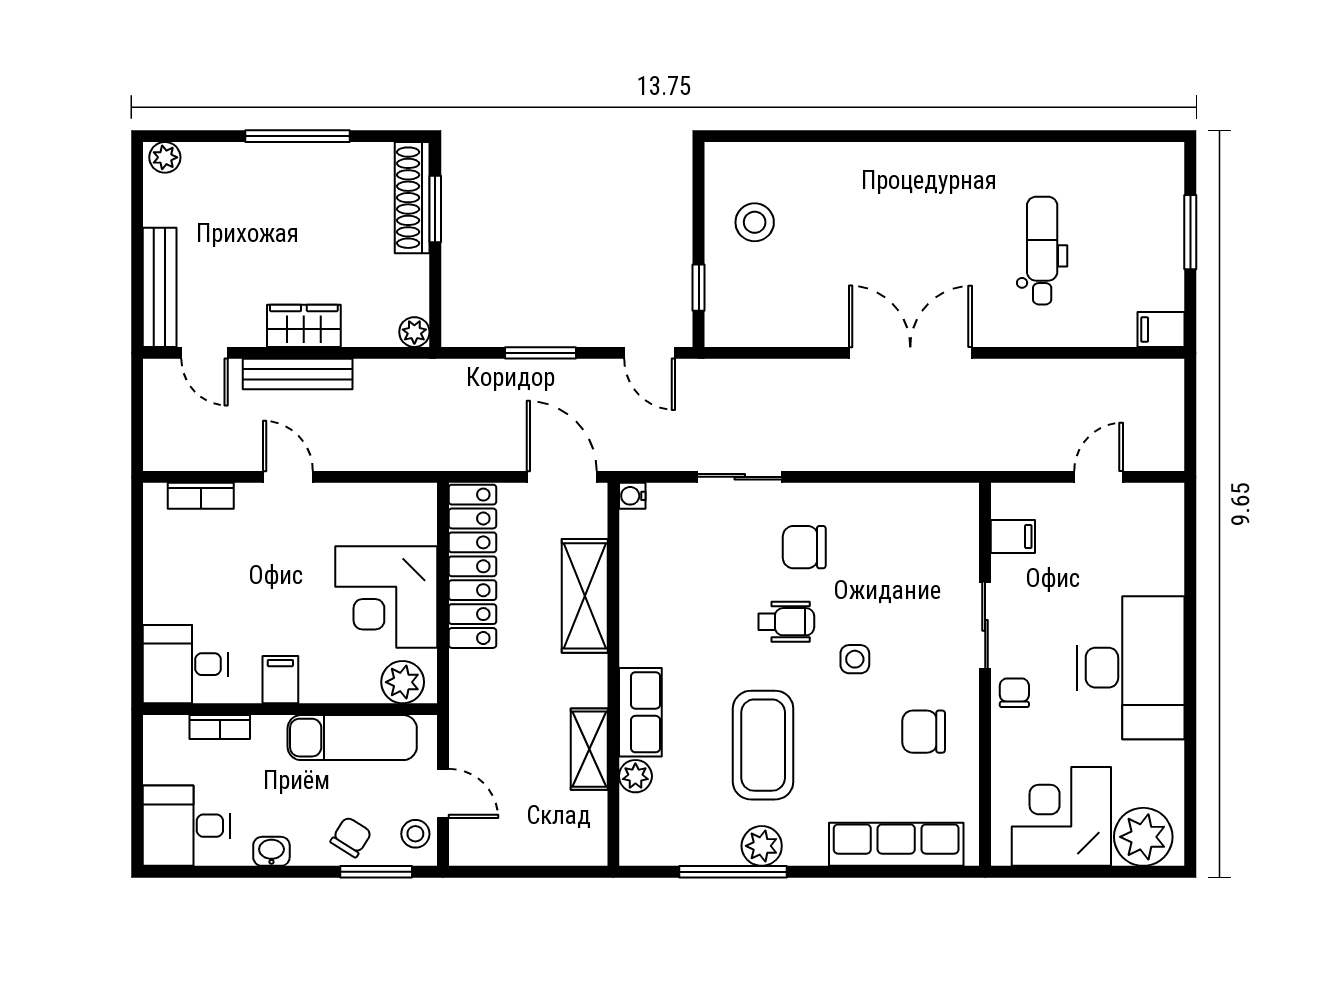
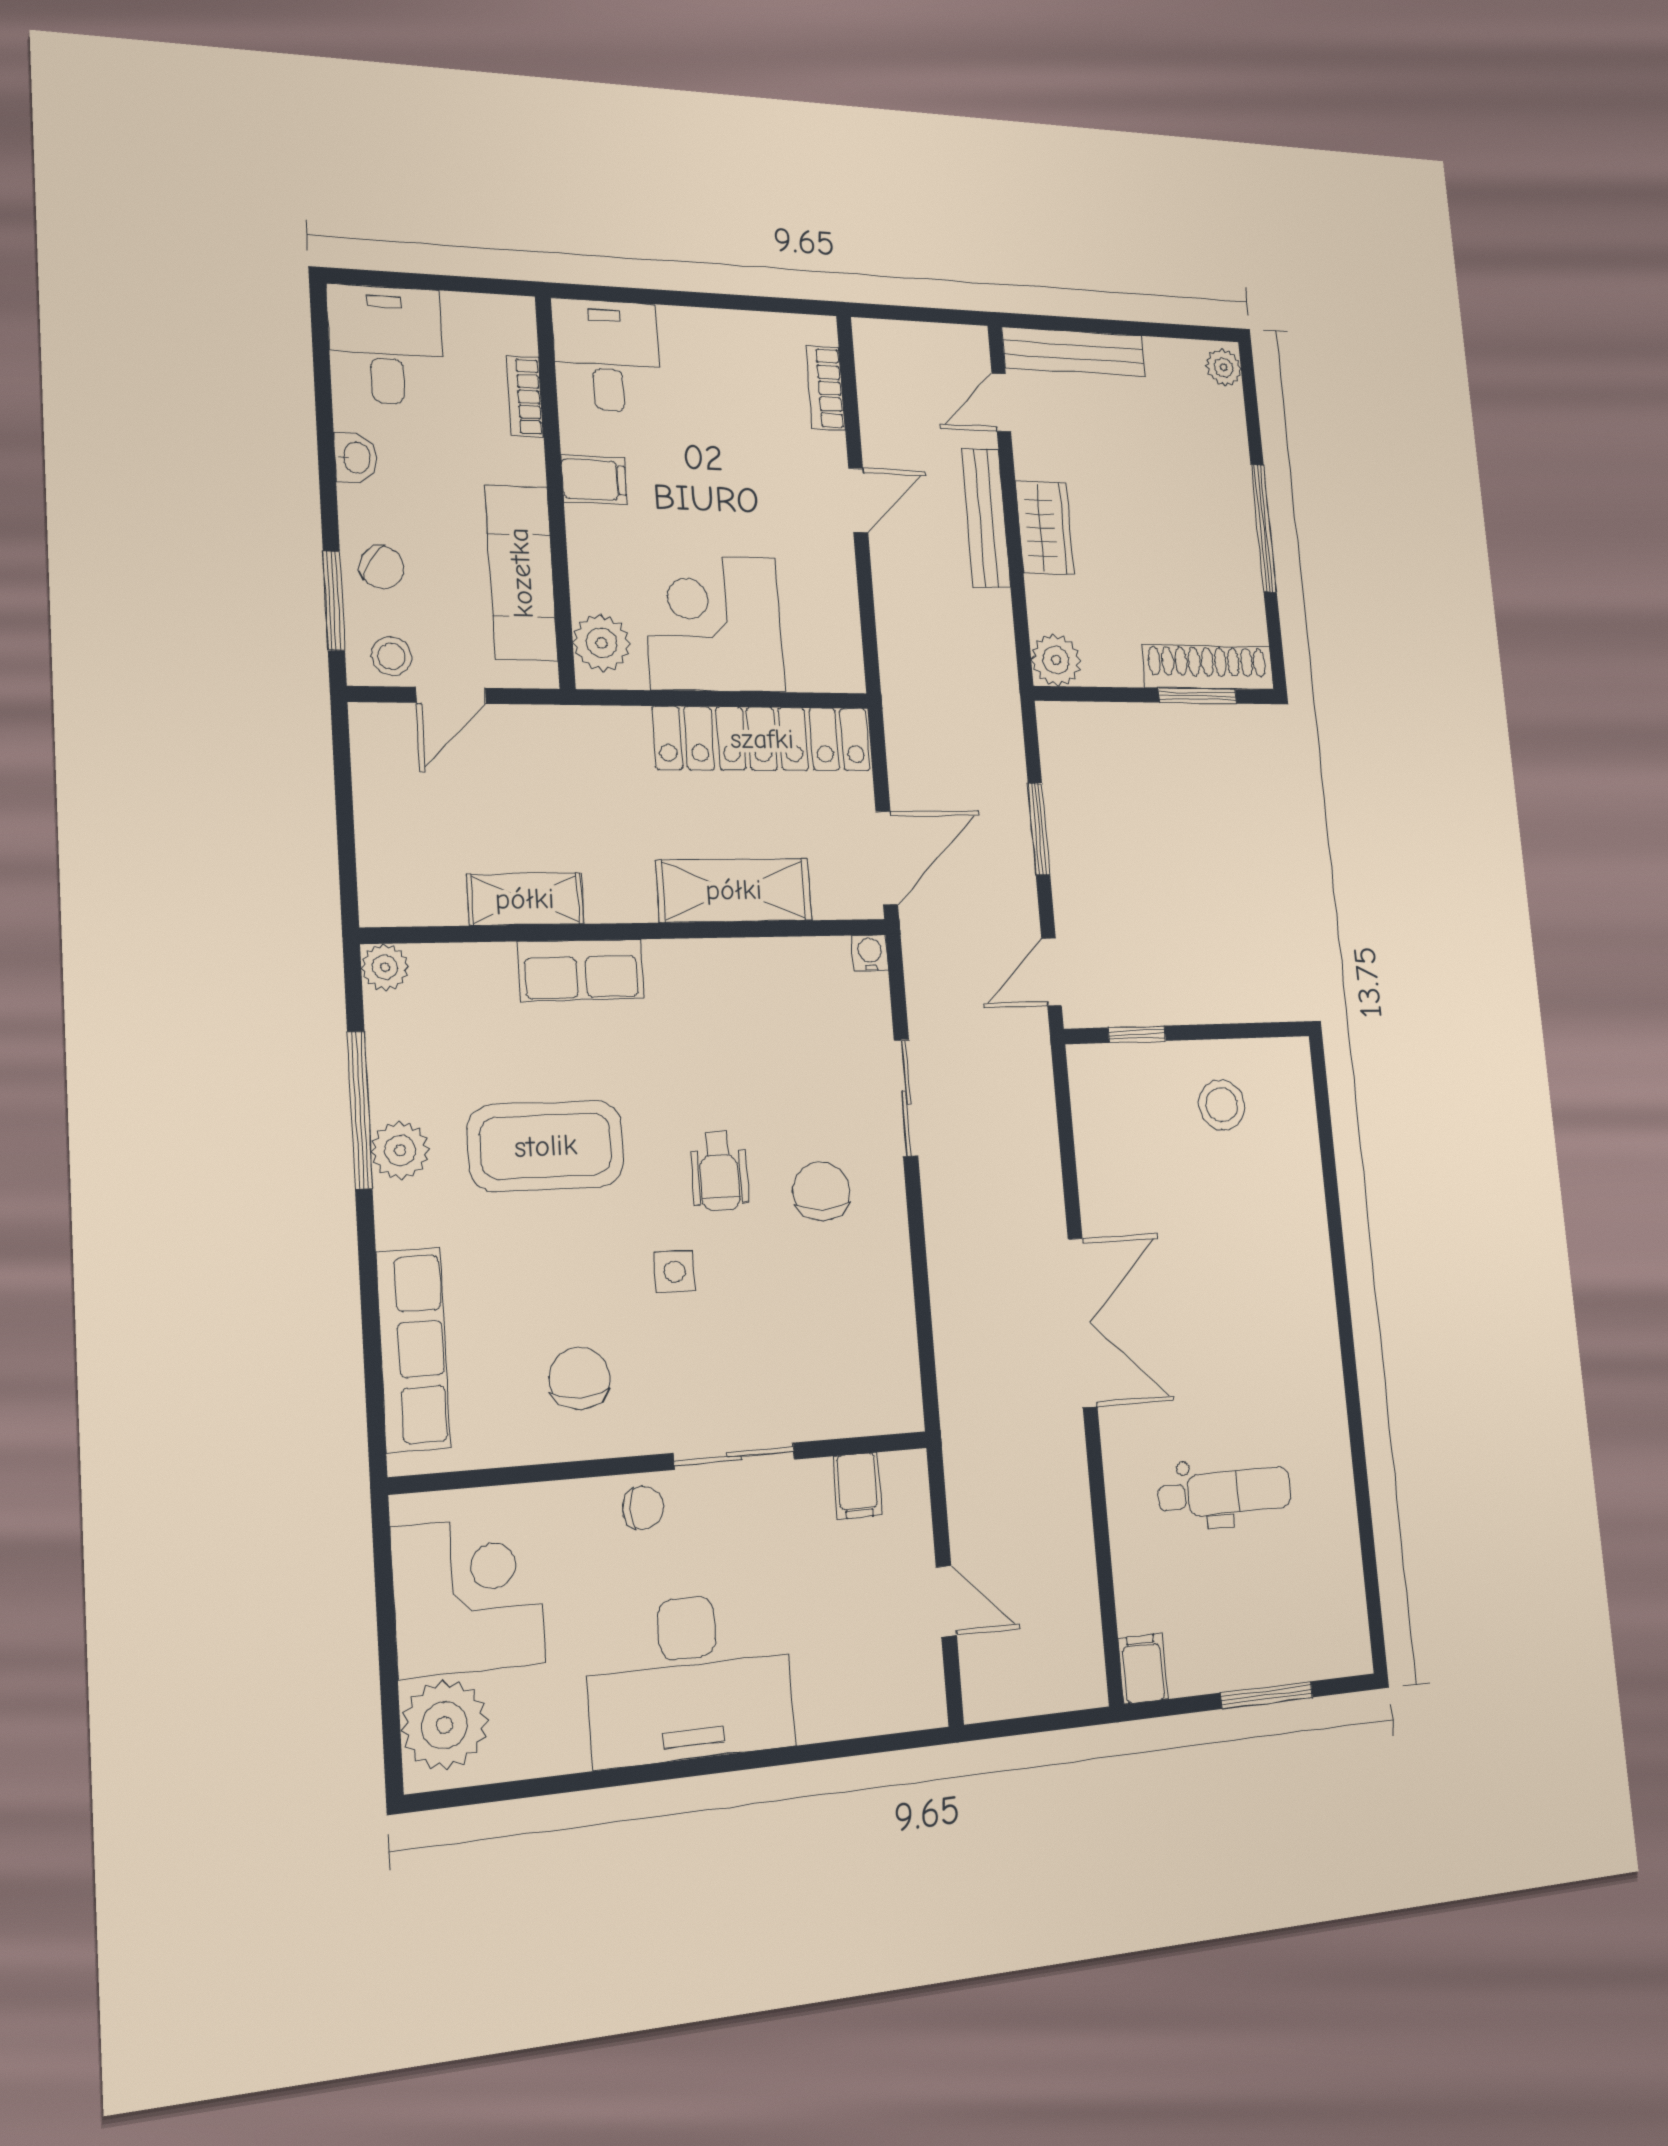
plant: (414, 332) -> (1056, 660), width x1.38, depth x1.38
plant: (635, 776) -> (385, 967), moved

